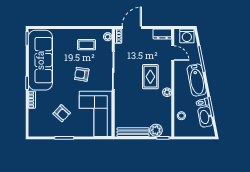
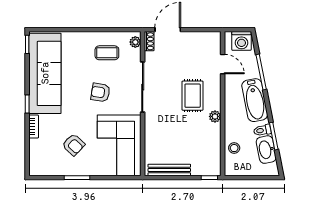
dresser: (162, 34) -> (209, 38), removed
plant: (156, 130) -> (200, 168), removed

